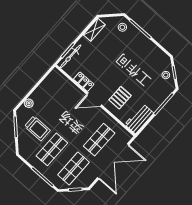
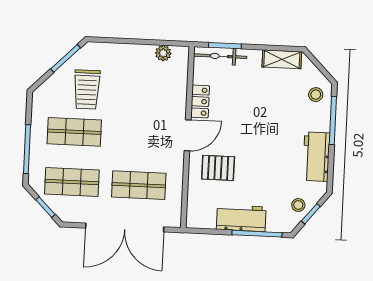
workbench: (151, 49) -> (316, 157), added
door: (94, 100) -> (188, 135), swing flipped
plant: (29, 103) -> (163, 53), moved
workbench: (139, 119) -> (241, 218), moved

